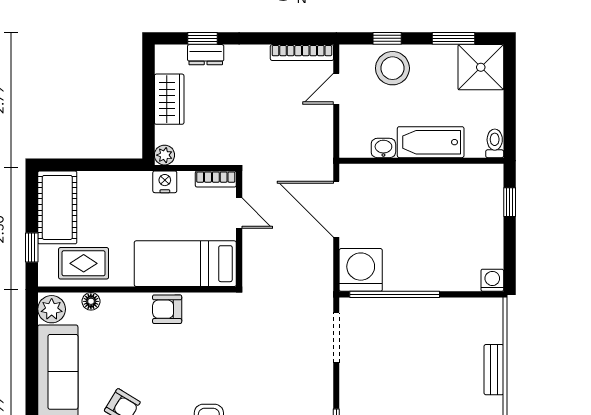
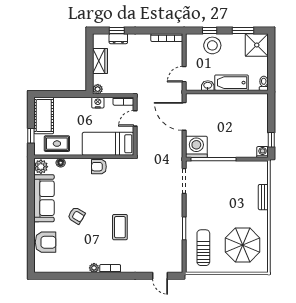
door: (336, 89) -> (184, 74), moved
window: (510, 202) -> (271, 140), moved
door: (239, 213) -> (135, 118), swing flipped

